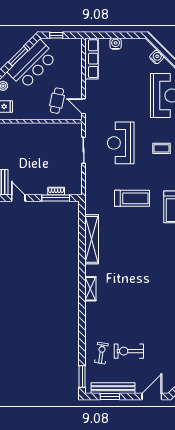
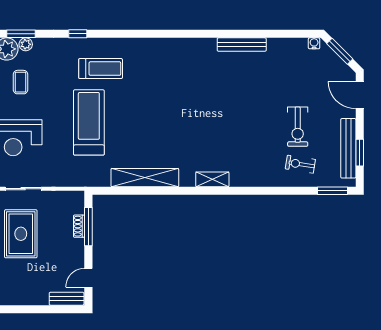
rug: (51, 149) -> (21, 234), added
treadmill: (132, 198) -> (89, 122), width x1.37, depth x1.38

